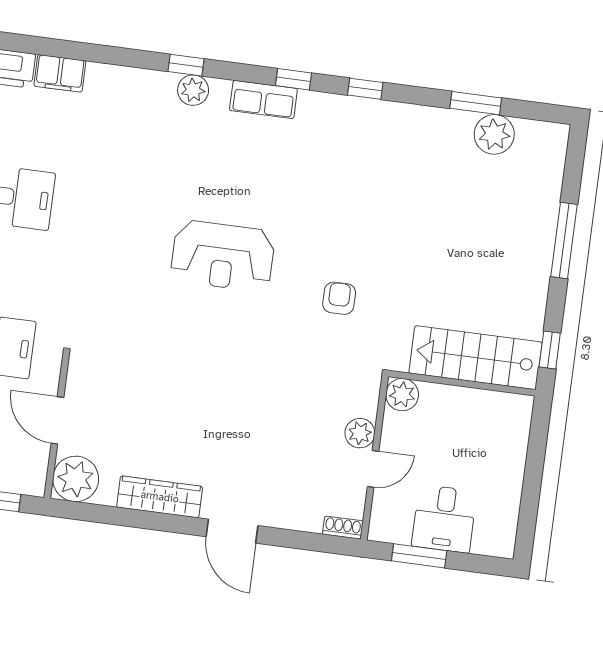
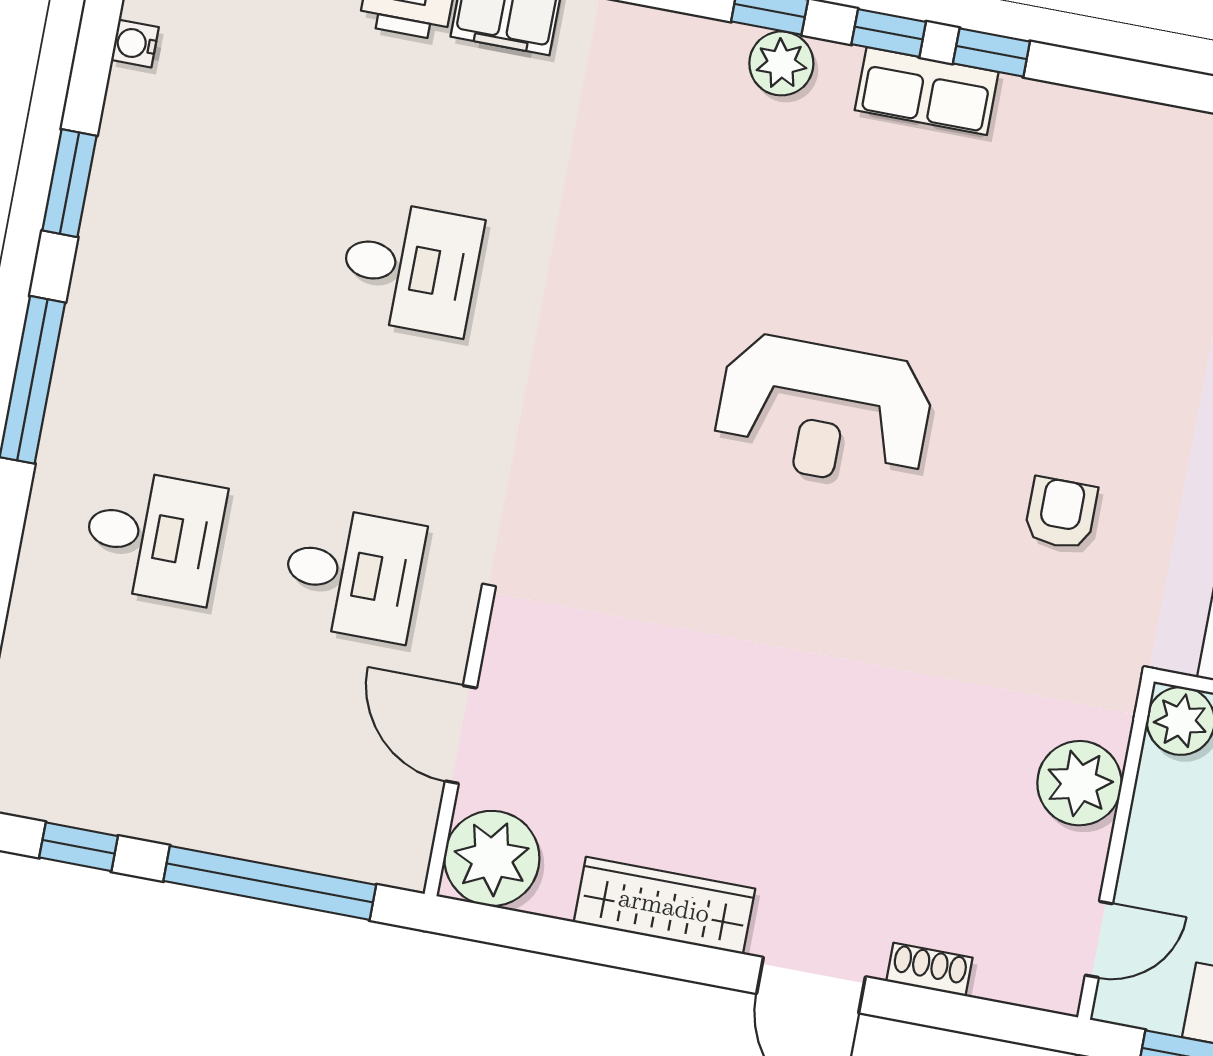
window: (365, 89) -> (889, 33), moved
plant: (360, 433) -> (1079, 783), width x1.36, depth x1.36
door: (373, 469) -> (1099, 939), moved
shoe rack: (343, 528) -> (929, 969), moved

